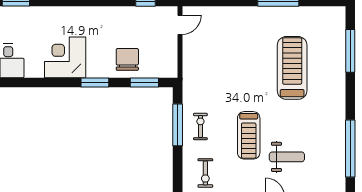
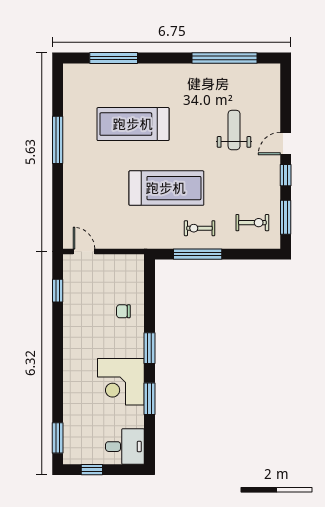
chair: (127, 59) -> (123, 311), width x0.54, depth x0.54
window: (144, 82) -> (150, 399), moved
treadmill: (249, 135) -> (166, 188), moved, width x1.37, depth x1.38

